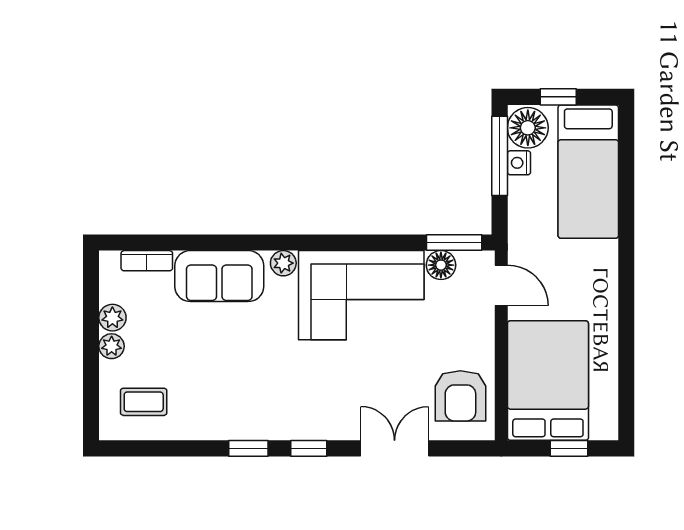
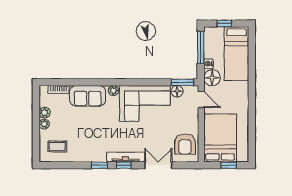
floor lamp: (528, 128) -> (212, 78), moved
nightstand: (519, 163) -> (208, 64), moved
tv unit: (313, 428) -> (125, 157), added

